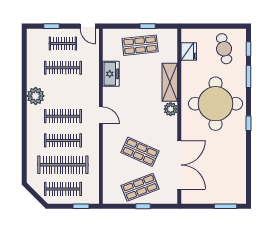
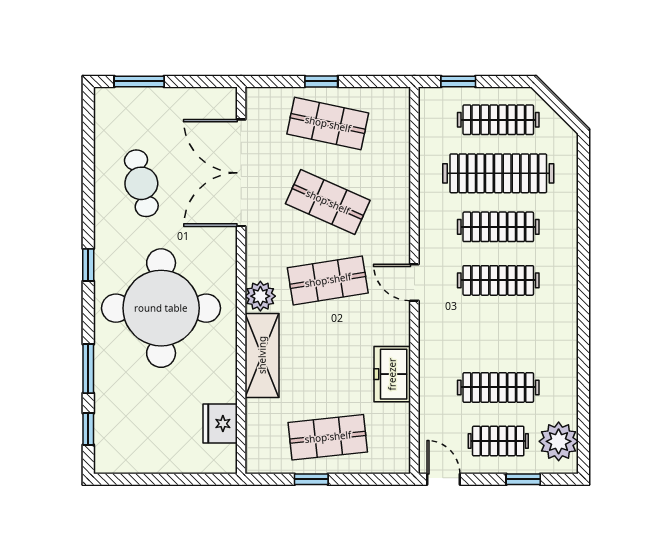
cafe table: (224, 49) -> (141, 183), moved
plant: (36, 96) -> (559, 441), moved
shop shelf: (140, 116) -> (328, 280), added
shop shelf: (140, 187) -> (328, 124), turned 33

